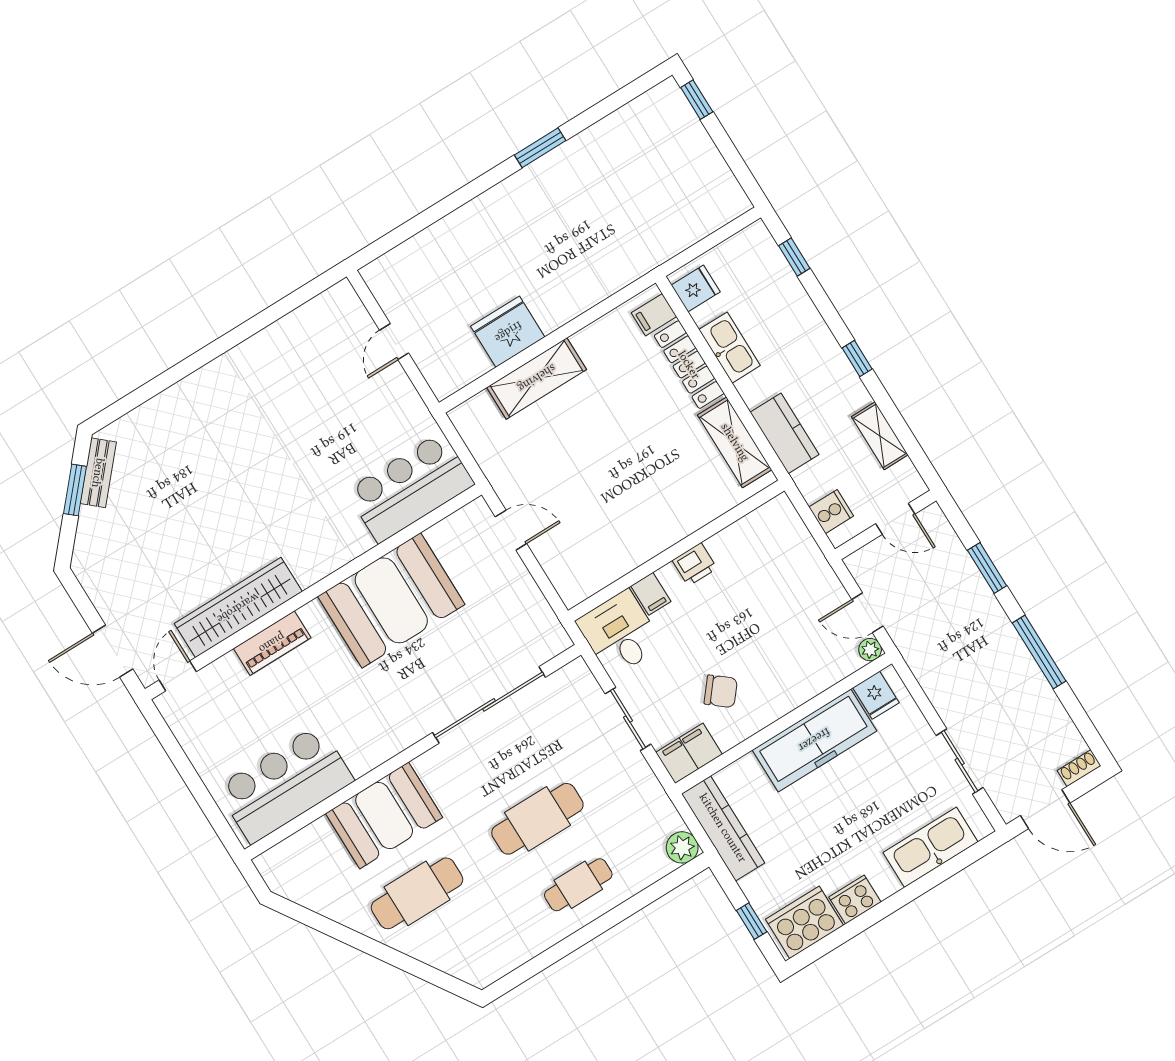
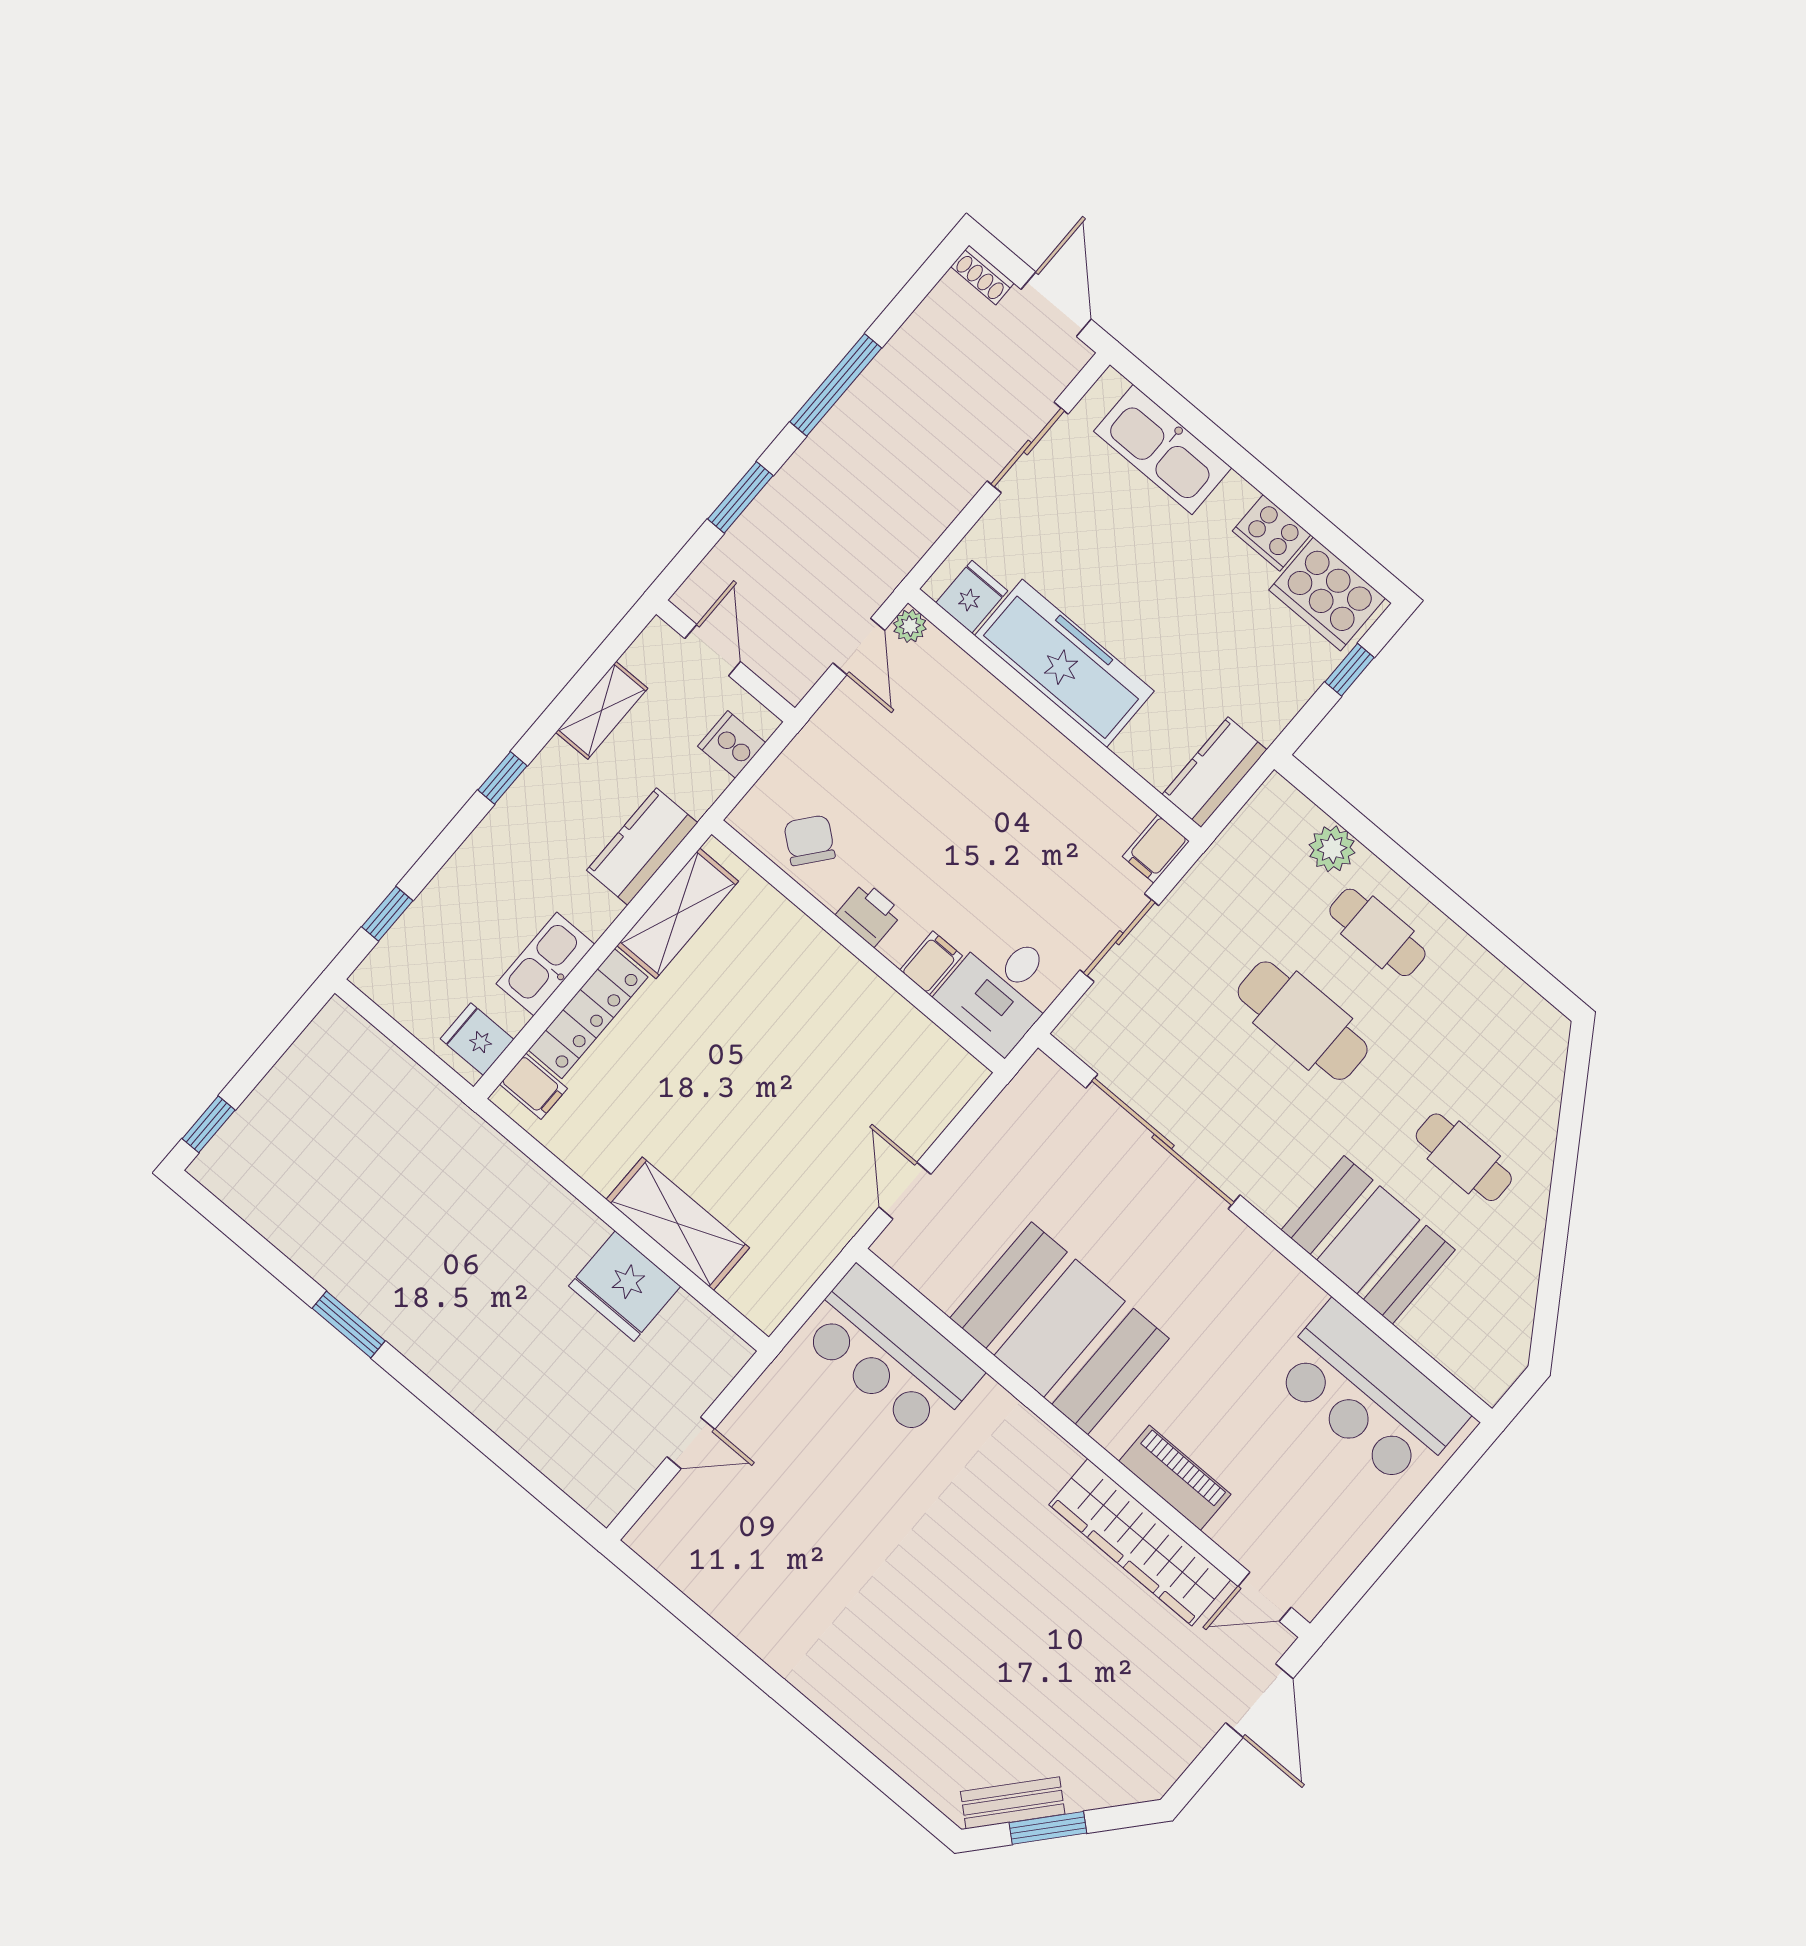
chair: (721, 691) -> (809, 840), moved
filing cabinet: (689, 753) -> (1156, 849), width x0.50
kitchen counter: (723, 828) -> (1215, 772), width x0.67
plant: (682, 847) -> (1332, 849), moved
cafe table: (417, 893) -> (1464, 1157), width x0.73, depth x0.74

